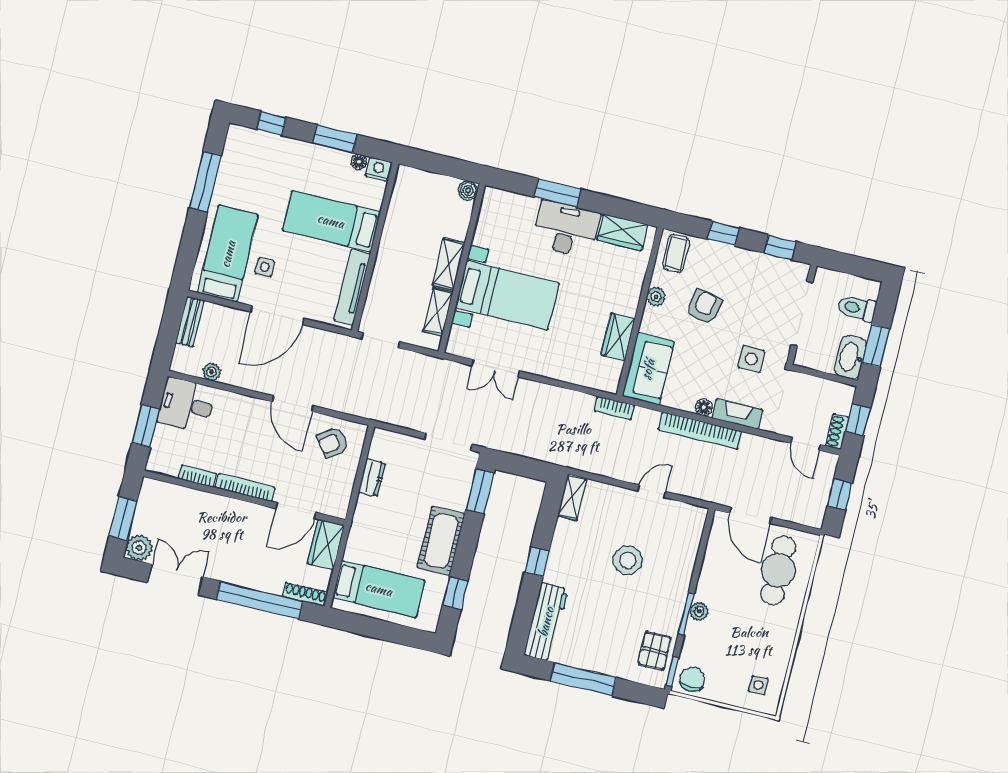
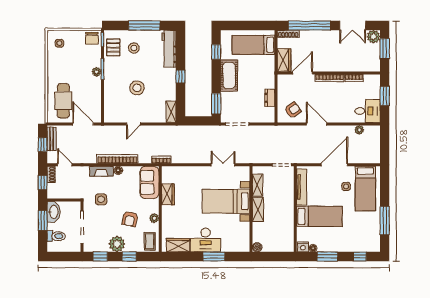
plant: (741, 264) -> (117, 244), added
bench: (190, 322) -> (52, 139), moved
stool: (615, 640) -> (134, 48), added

